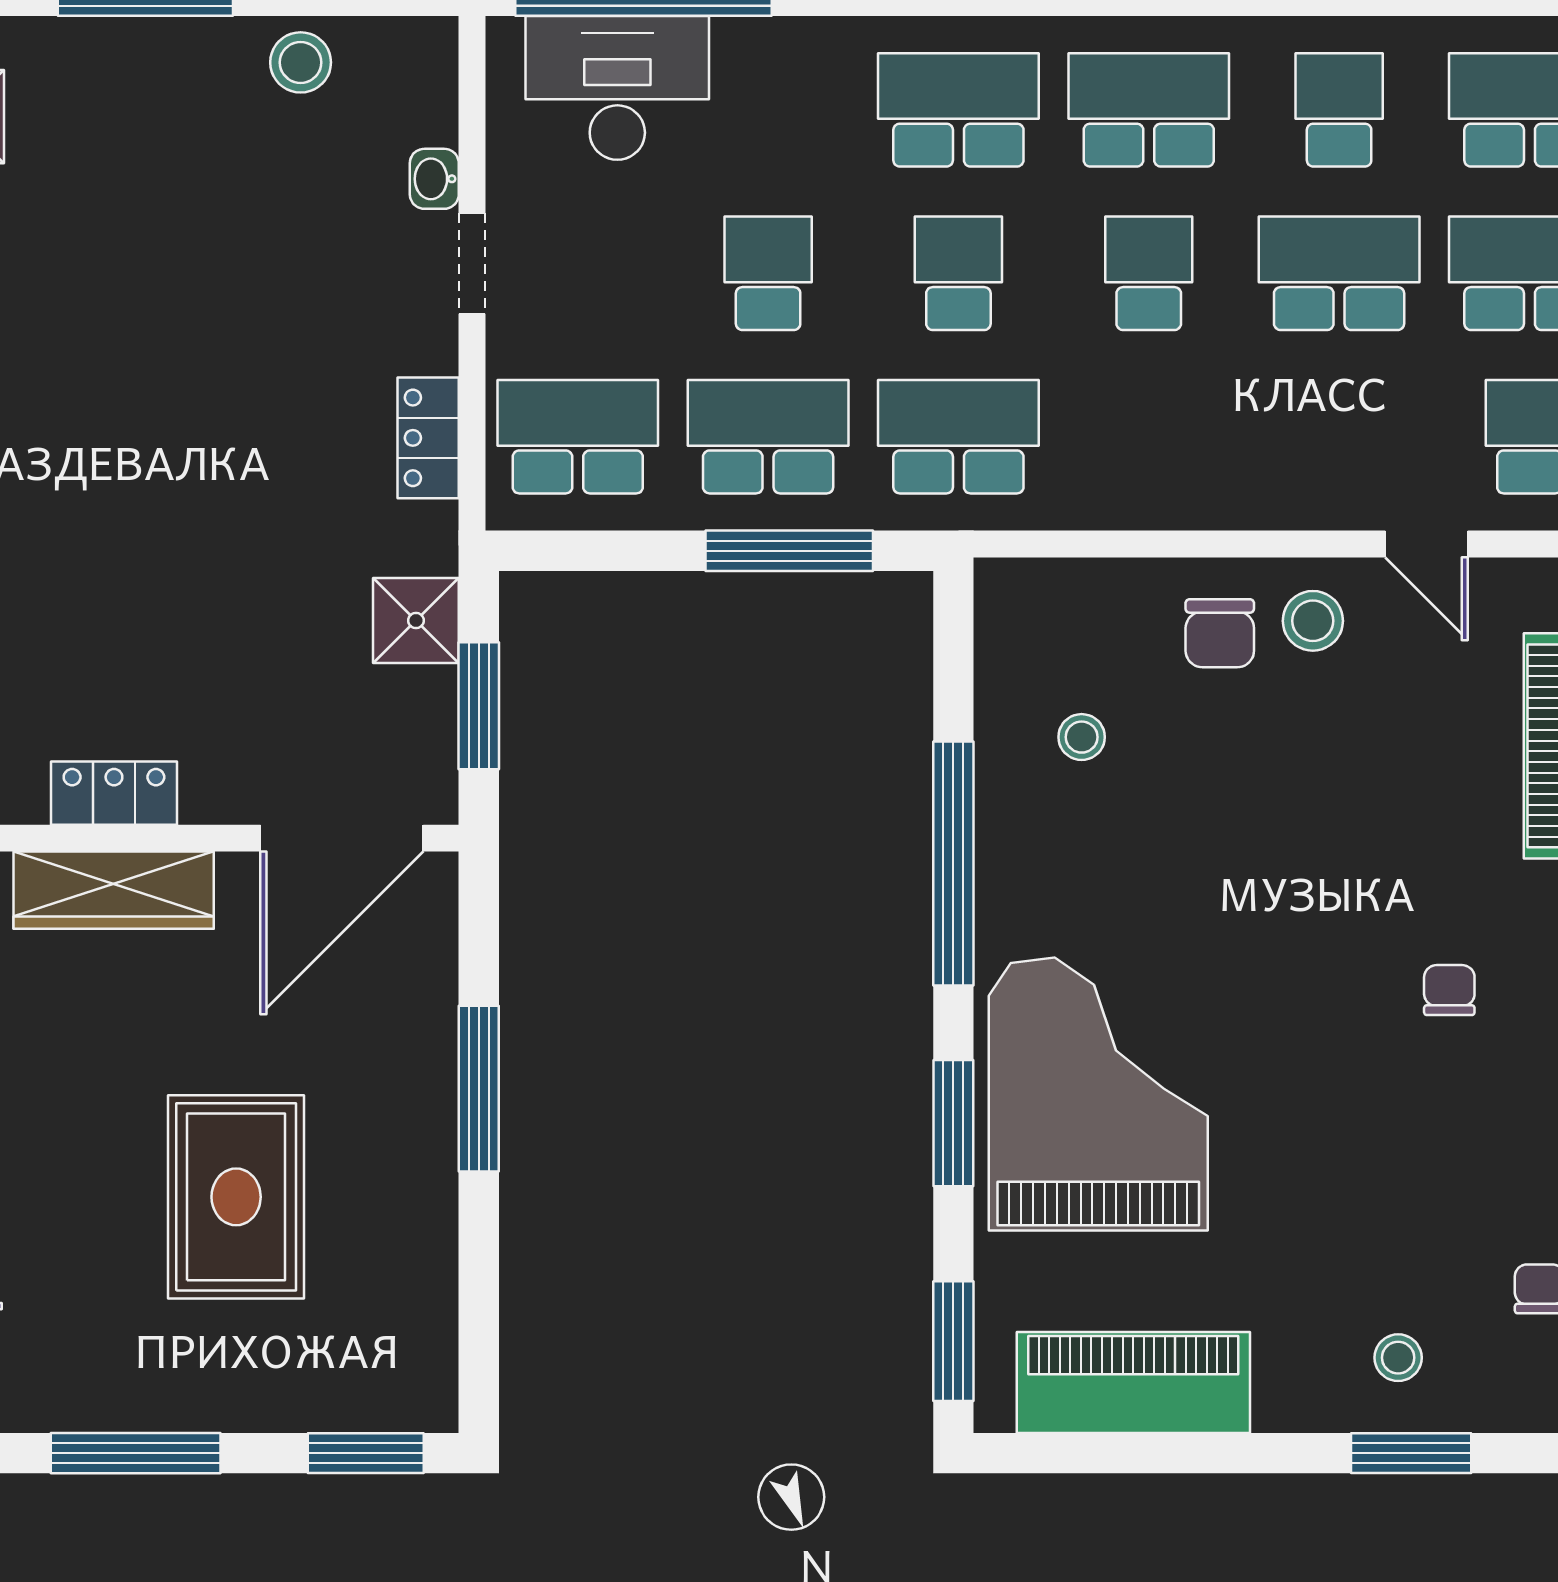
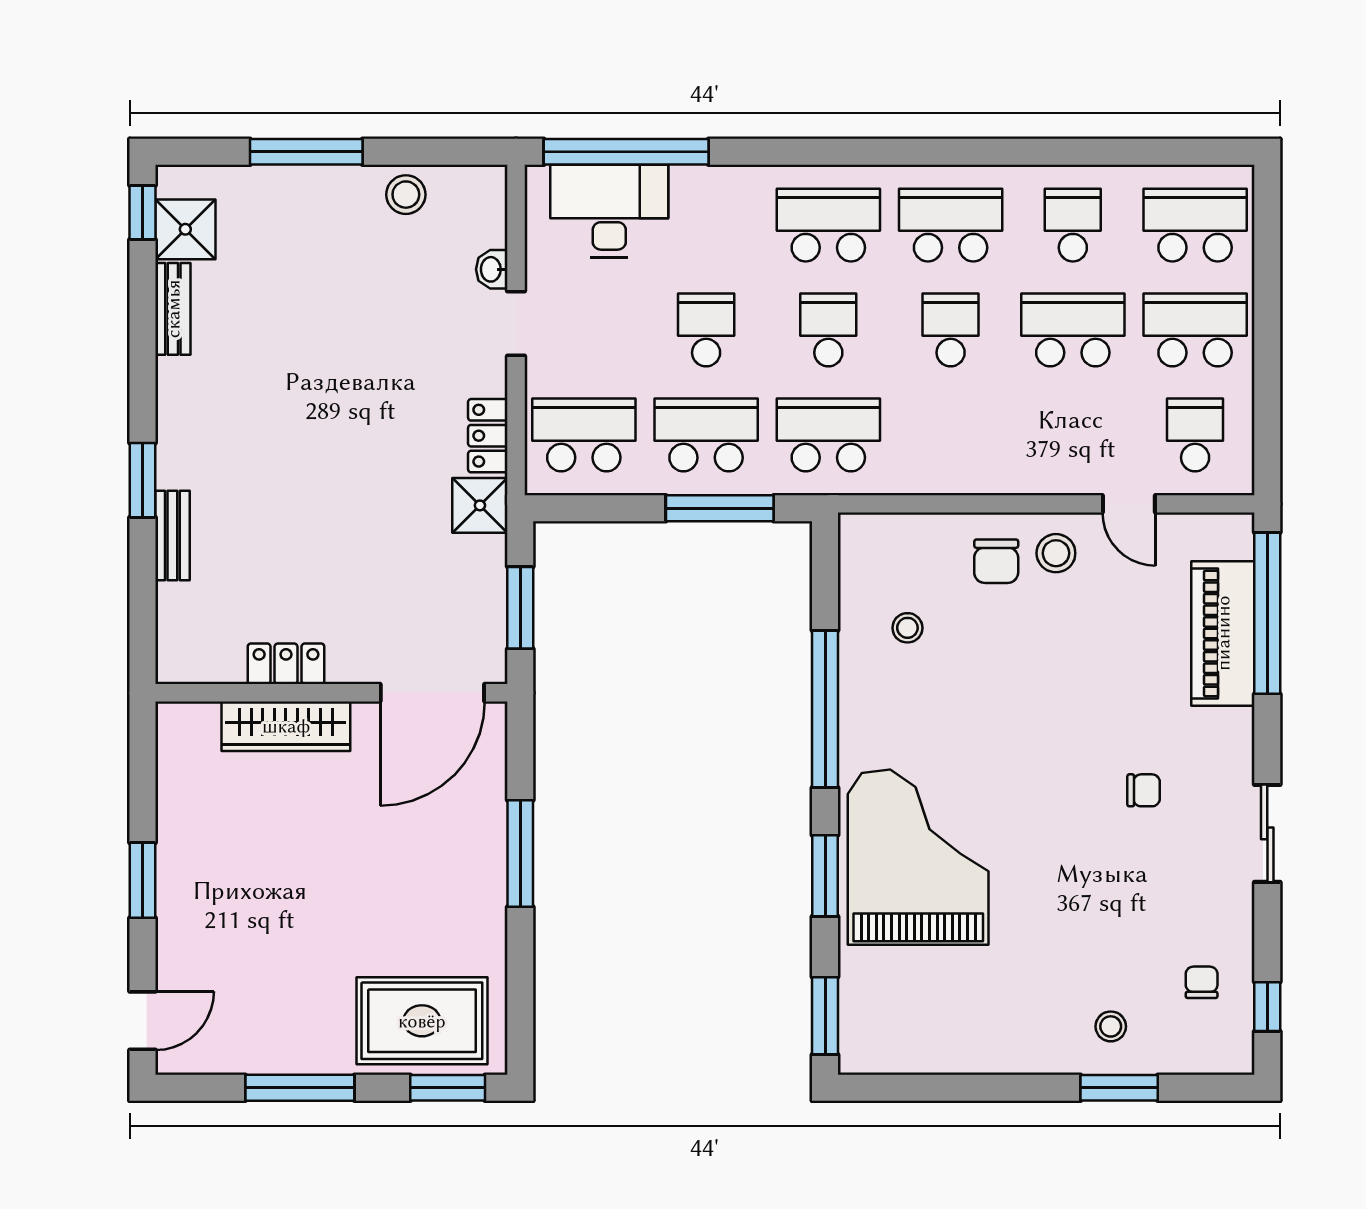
shower: (416, 621) -> (480, 505), moved
chair: (1449, 990) -> (1144, 790), turned 90
rug: (236, 1197) -> (422, 1021), moved, turned 90
piano: (1133, 1382) -> (941, 1042), removed

